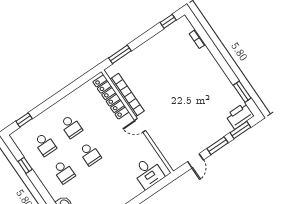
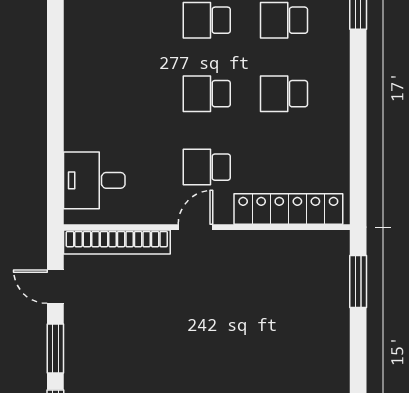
bookcase: (127, 95) -> (117, 242), moved
school desk: (116, 136) -> (207, 167), added

